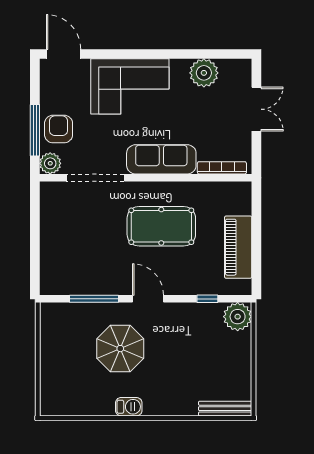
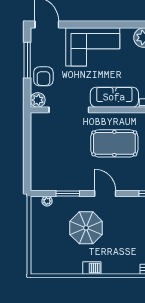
armchair: (59, 129) -> (43, 76), turned 180
window: (35, 130) -> (27, 60), moved
window: (94, 299) -> (68, 193), width x0.69
plant: (64, 310) -> (47, 201), added

